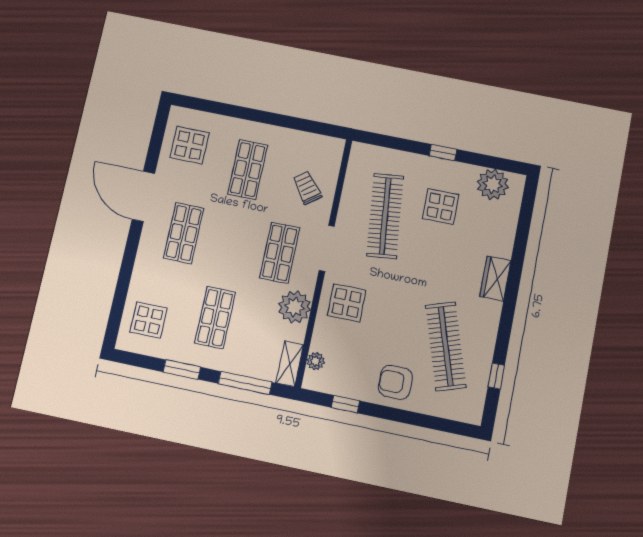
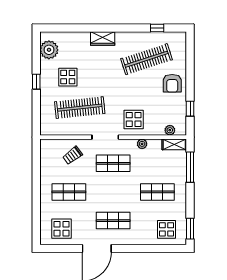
plant: (295, 307) -> (142, 144), width x0.53, depth x0.53
window: (182, 369) -> (190, 229), moved

